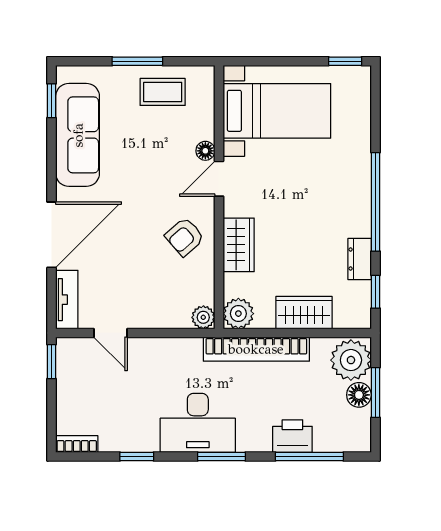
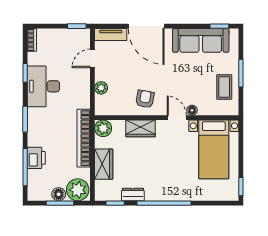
armchair: (185, 237) -> (145, 99), turned 51
plant: (203, 317) -> (101, 88), moved
desk: (198, 423) -> (43, 86), moved

